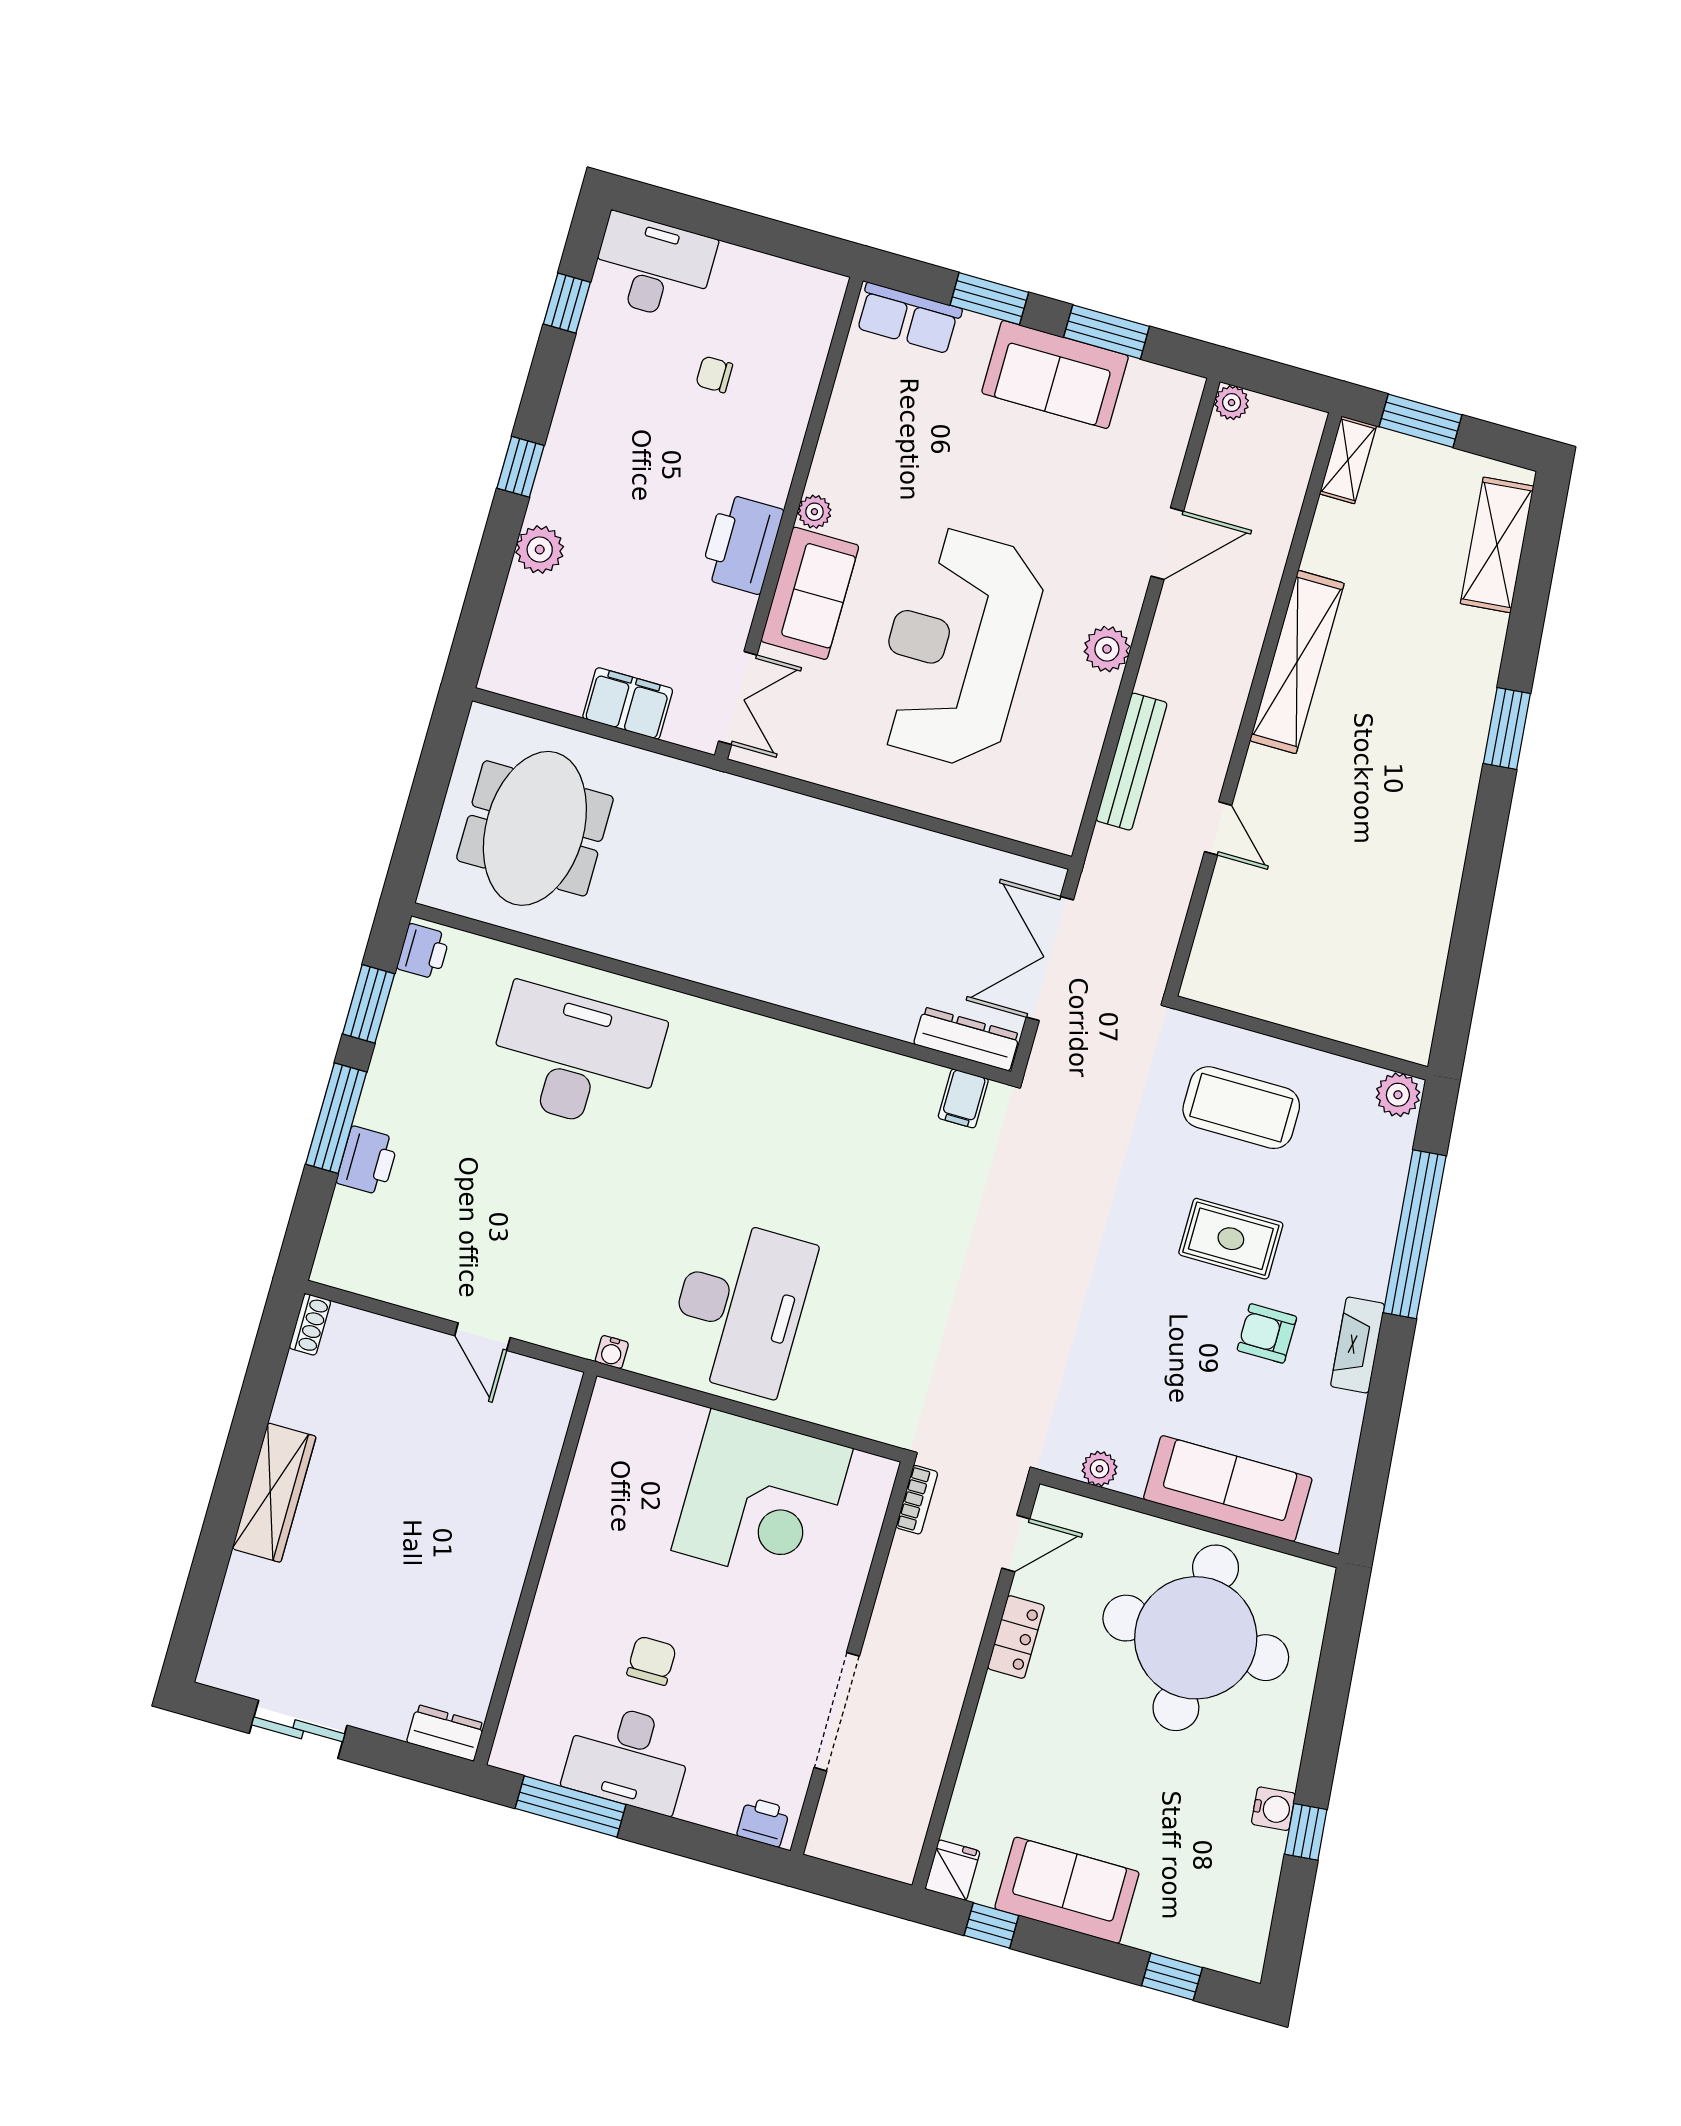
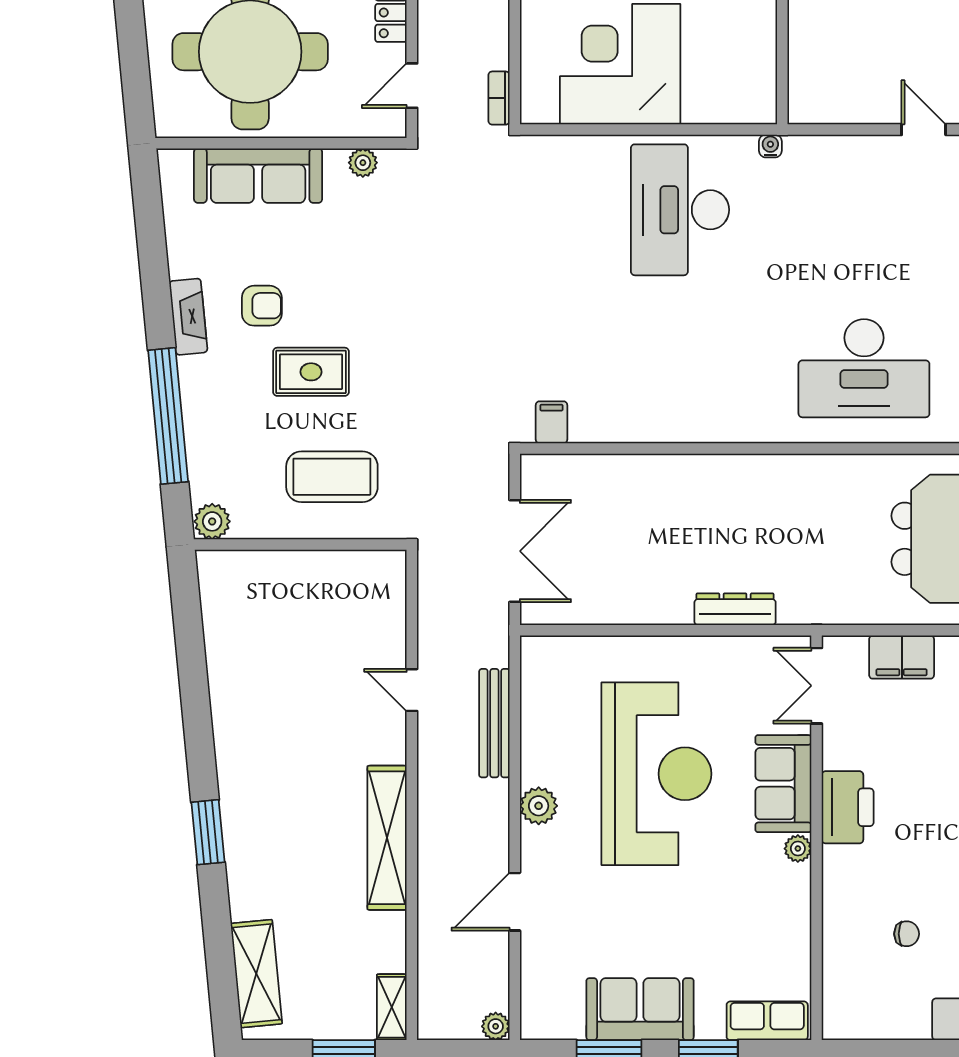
dresser: (967, 1039) -> (735, 609), moved, turned 180
door: (482, 1337) -> (924, 129), moved

